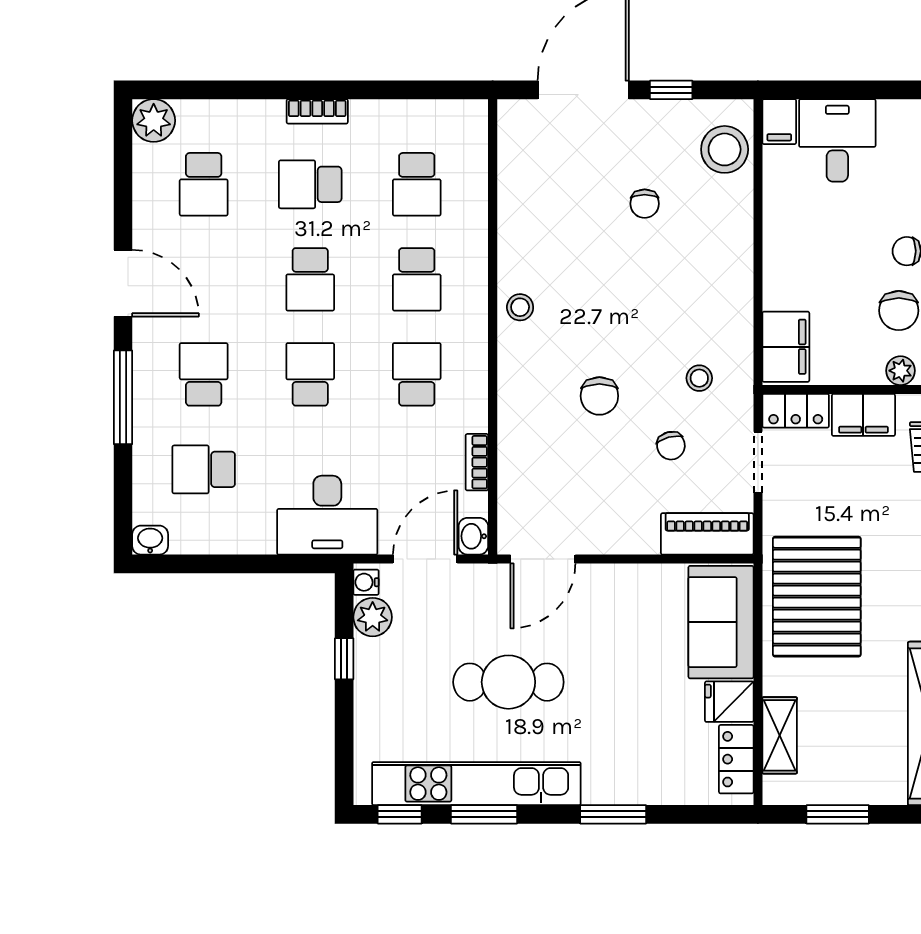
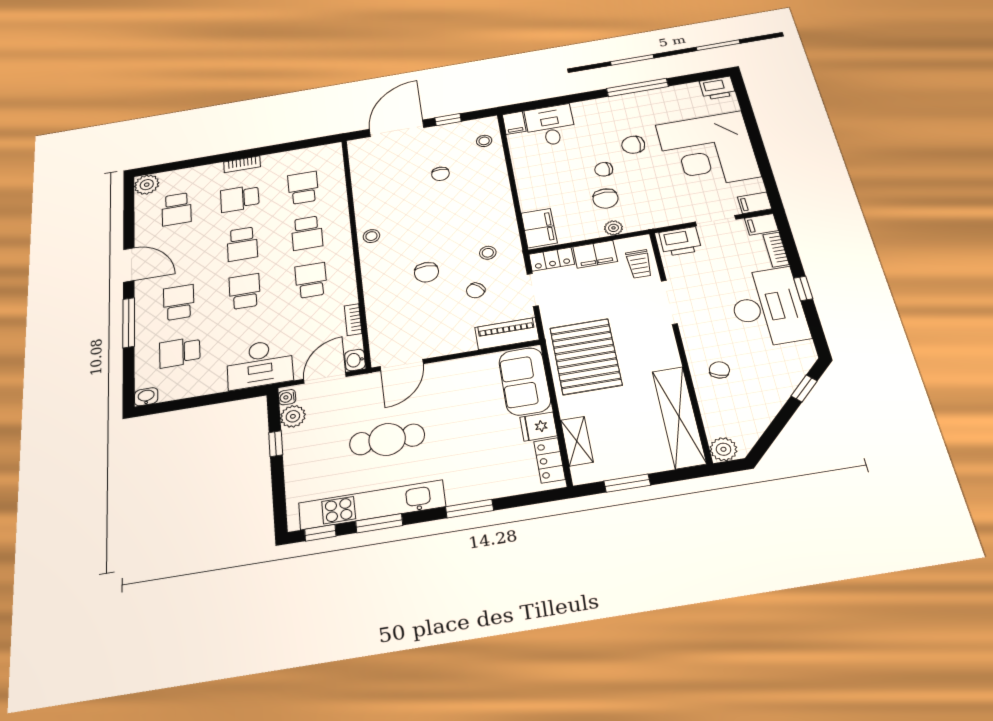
stool: (725, 149) -> (484, 141), width x0.53, depth x0.53
school desk: (417, 184) -> (303, 188), turned 180
chair: (671, 446) -> (476, 290), turned 60

